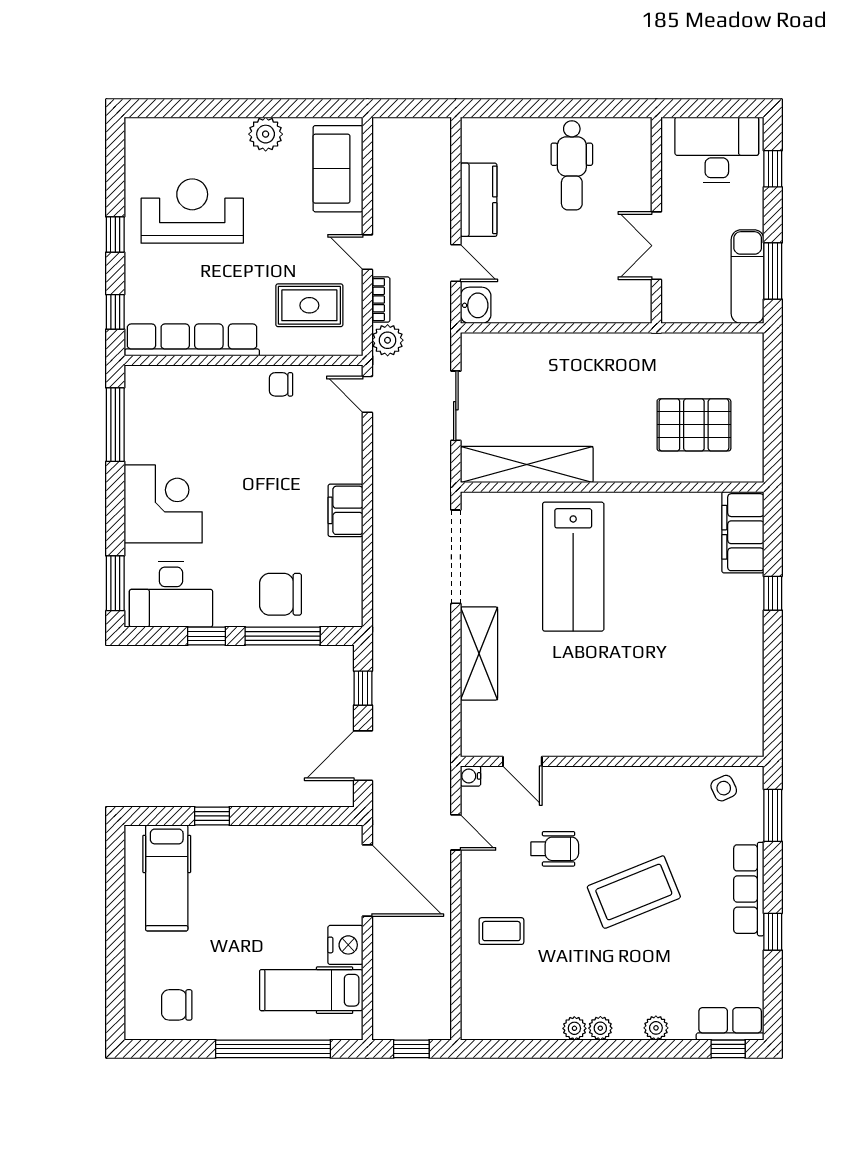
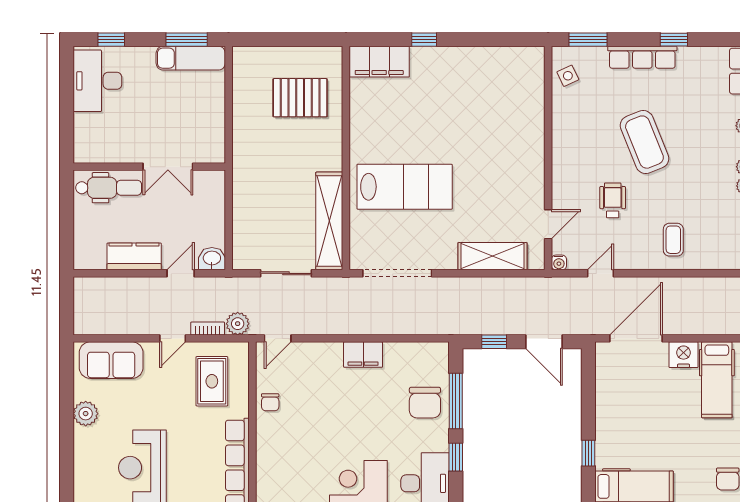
wall: (656, 220) -> (149, 167), moved
double door: (656, 246) -> (168, 167), moved
pallet: (694, 425) -> (300, 98), turned 90
shelving: (479, 653) -> (493, 256), moved

